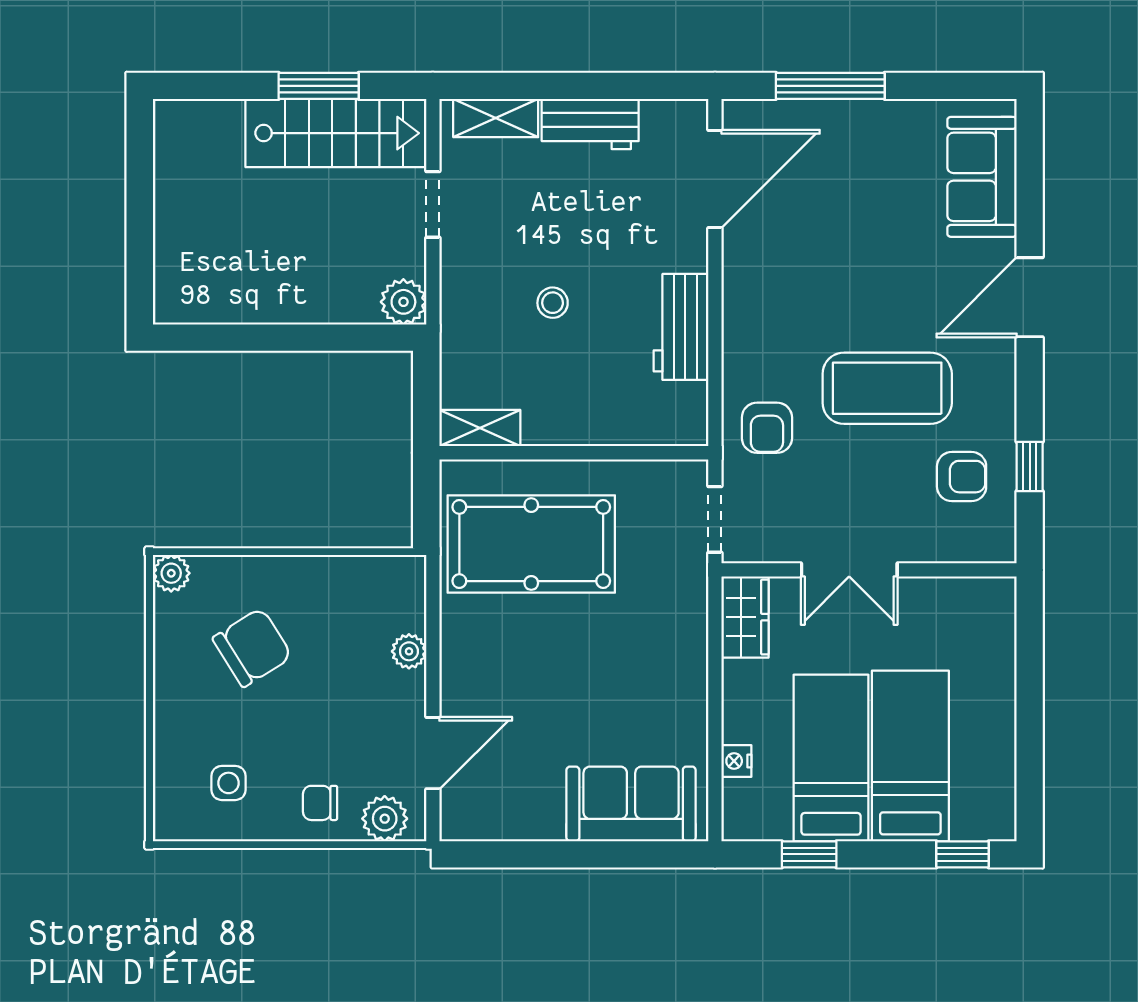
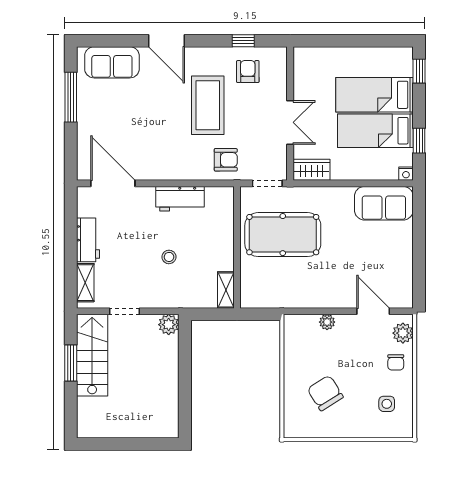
window: (830, 86) -> (71, 97), moved
pool table: (531, 544) -> (283, 235), moved, turned 90
plant: (171, 573) -> (292, 430), removed
nightstand: (736, 761) -> (406, 174), moved
sofa: (631, 804) -> (384, 203), moved, turned -90

